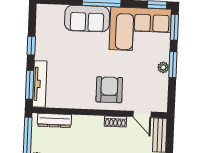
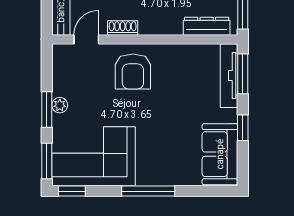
sofa: (87, 19) -> (220, 154), moved, turned -90
door: (142, 114) -> (86, 39), hinge flipped

